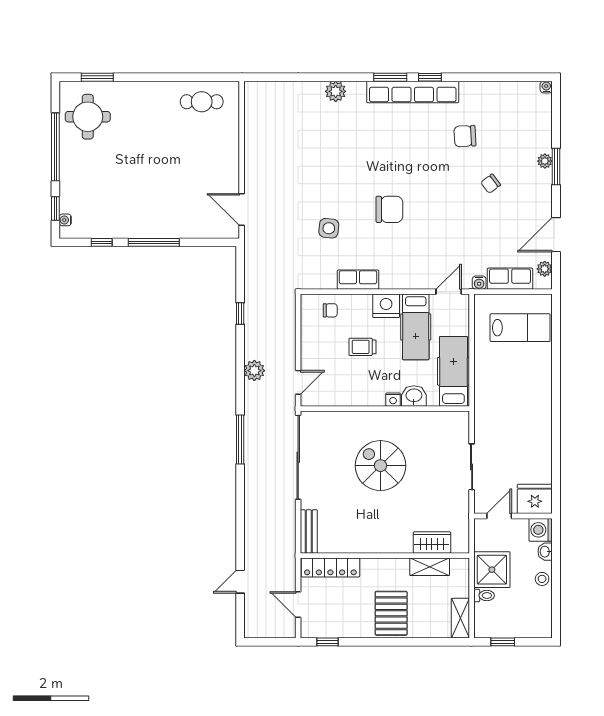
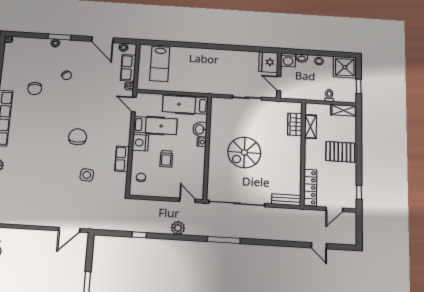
lab bench: (520, 328) -> (160, 64), turned 180
shower: (492, 570) -> (345, 67), moved

